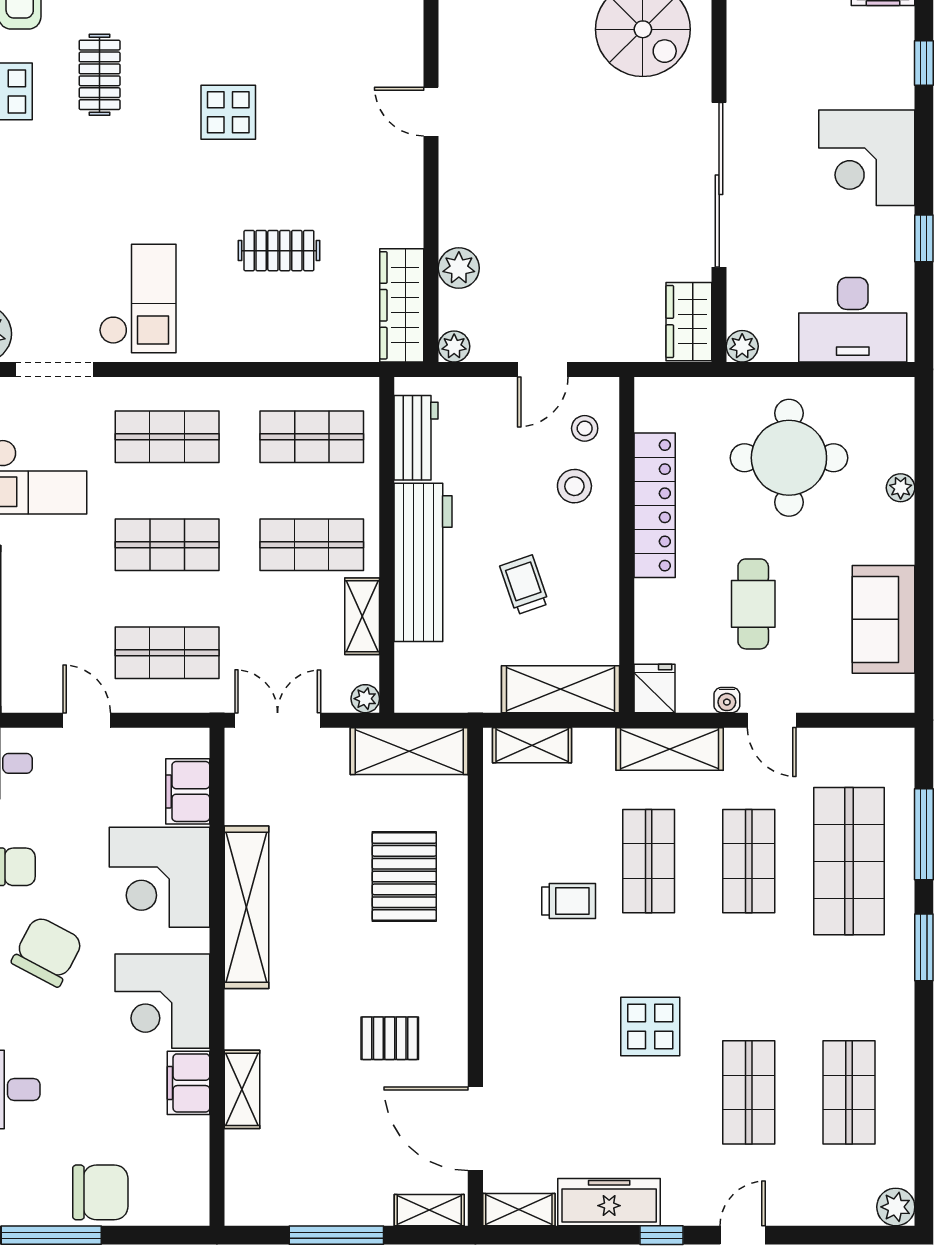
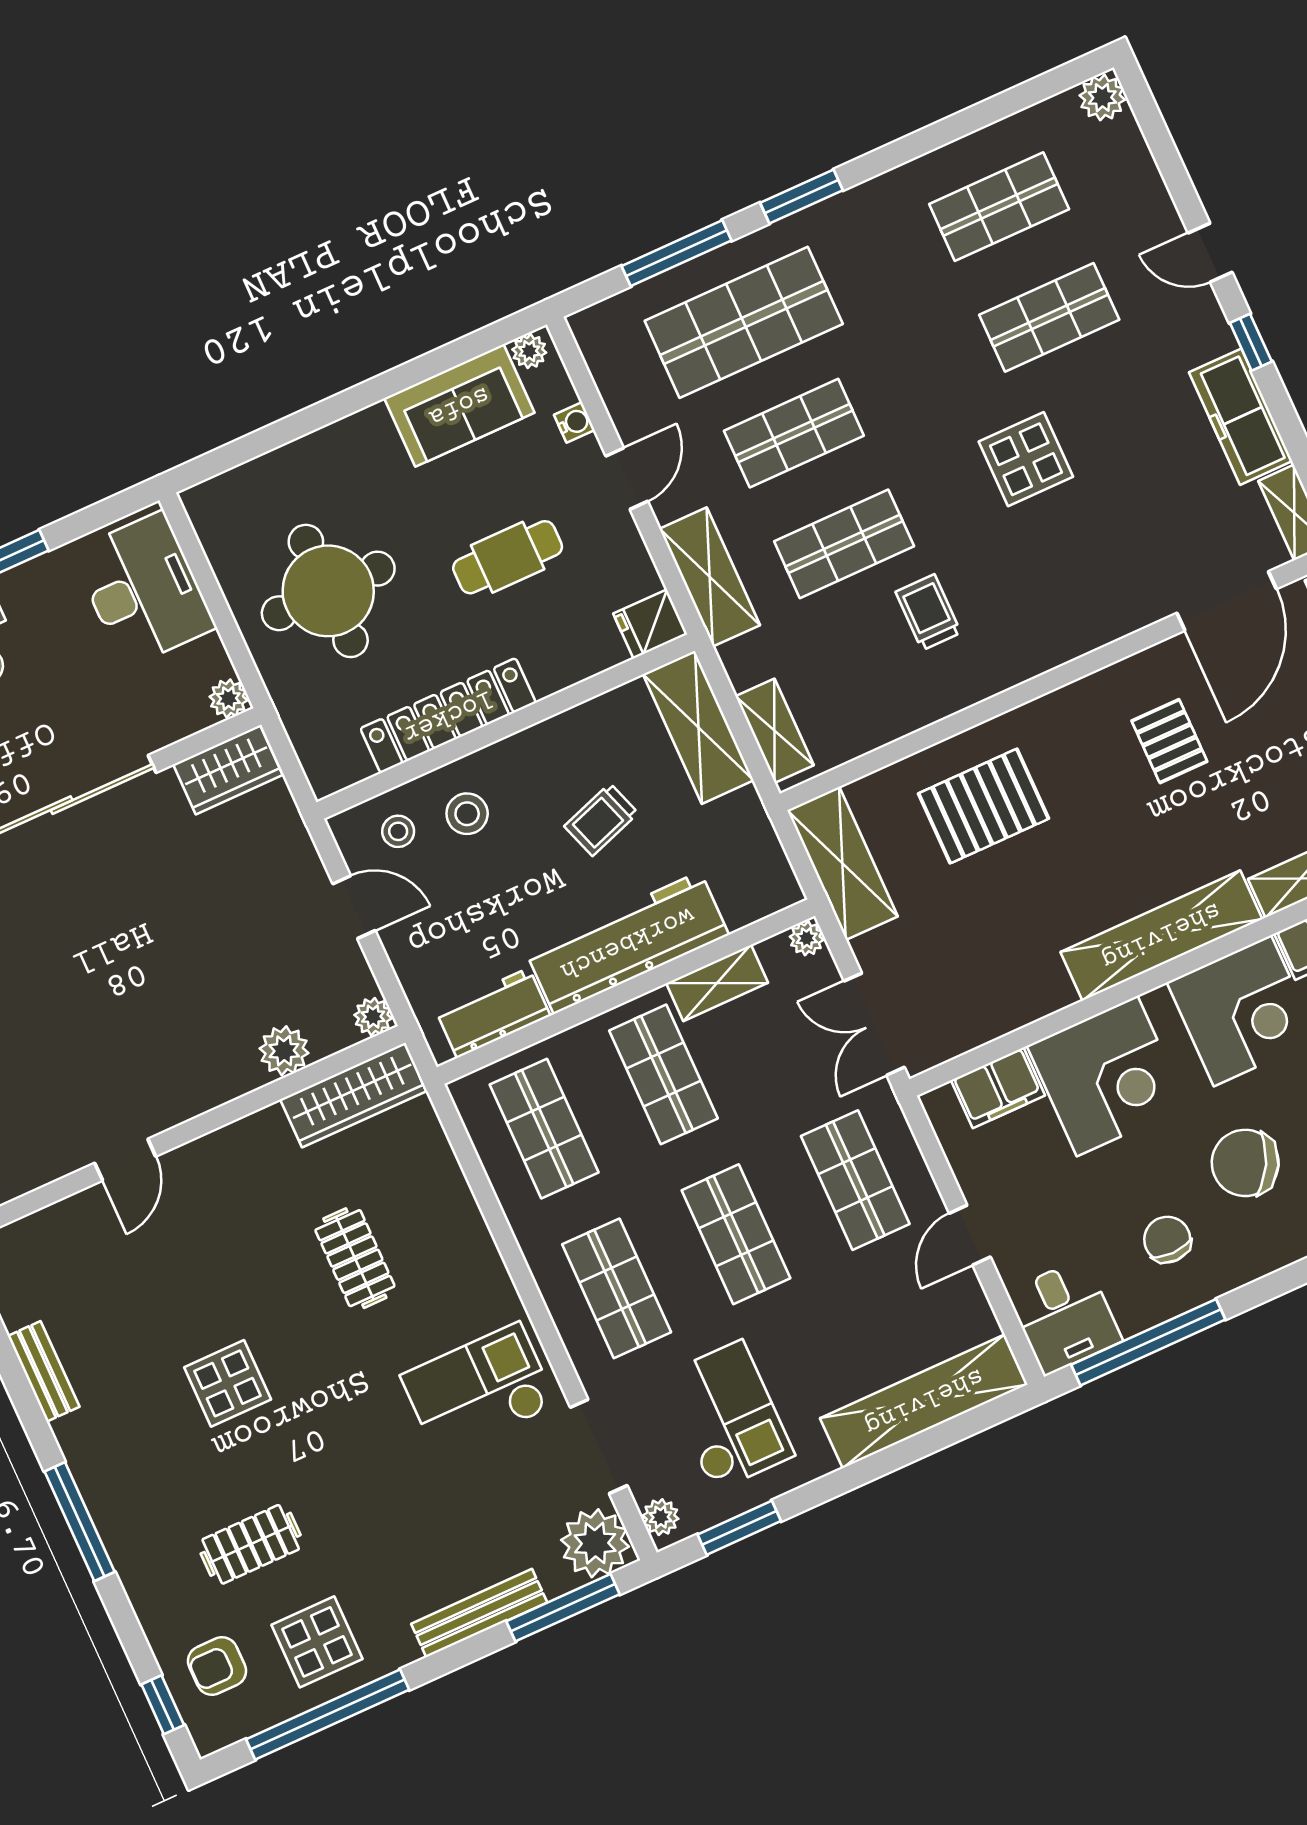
plant: (901, 488) -> (529, 351), moved
water cooler: (727, 700) -> (574, 422), moved
shelving: (247, 907) -> (1161, 935), moved

